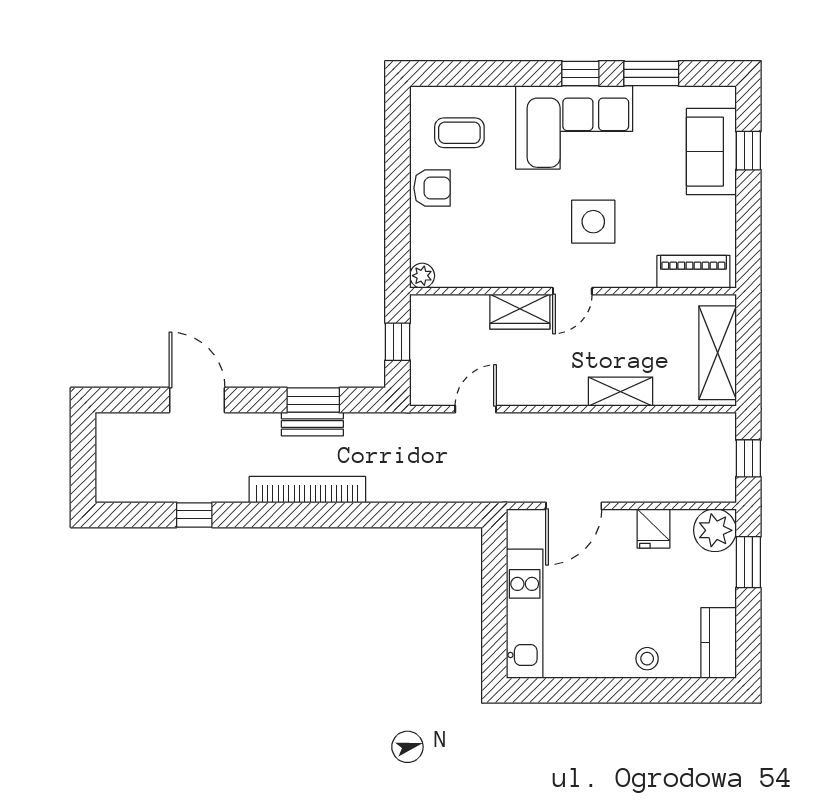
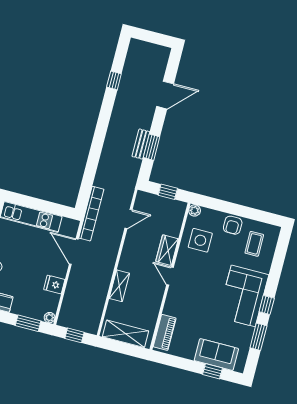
side table: (593, 222) -> (200, 240), moved
door: (476, 409) -> (128, 219), hinge flipped
bookcase: (307, 490) -> (91, 214), moved
plant: (715, 530) -> (50, 318), width x0.53, depth x0.53

